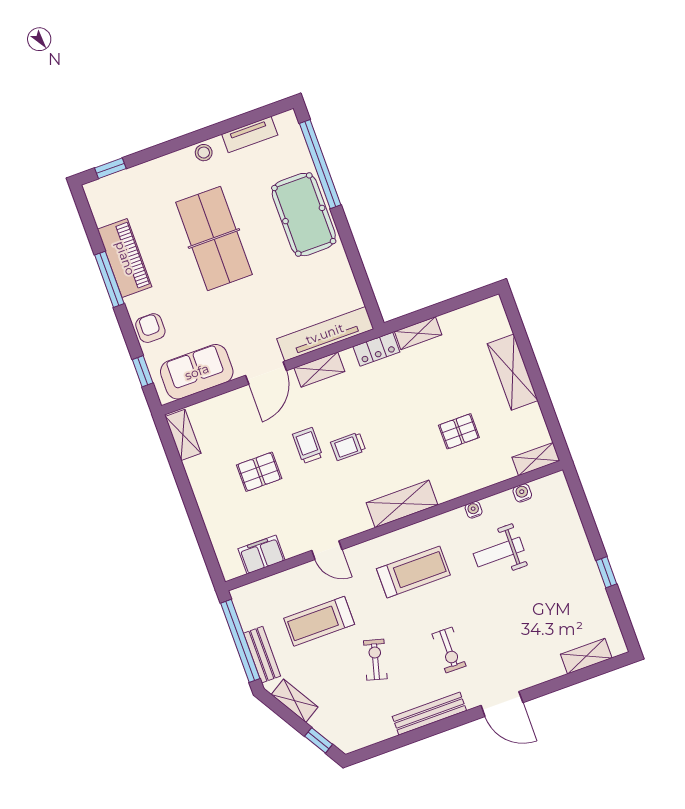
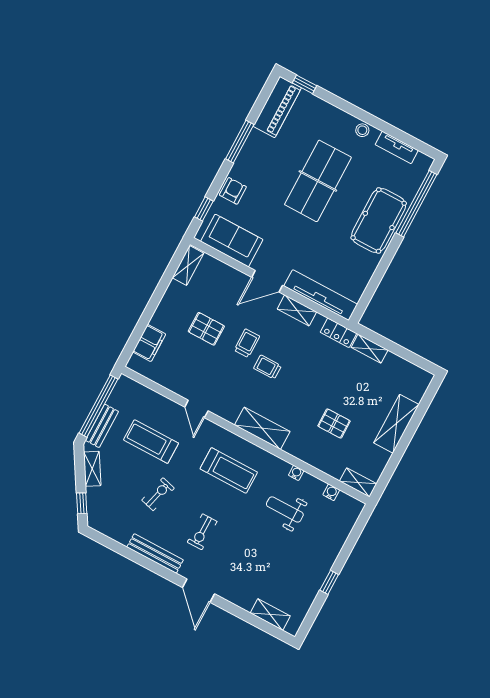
piano: (125, 258) -> (277, 107), moved
filing cabinet: (262, 555) -> (149, 343), moved, turned 90

